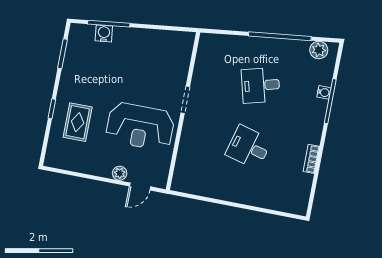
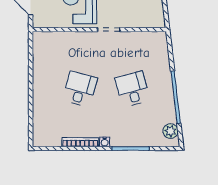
water cooler: (324, 92) -> (105, 142), moved
bookcase: (311, 159) -> (80, 142), width x1.56

